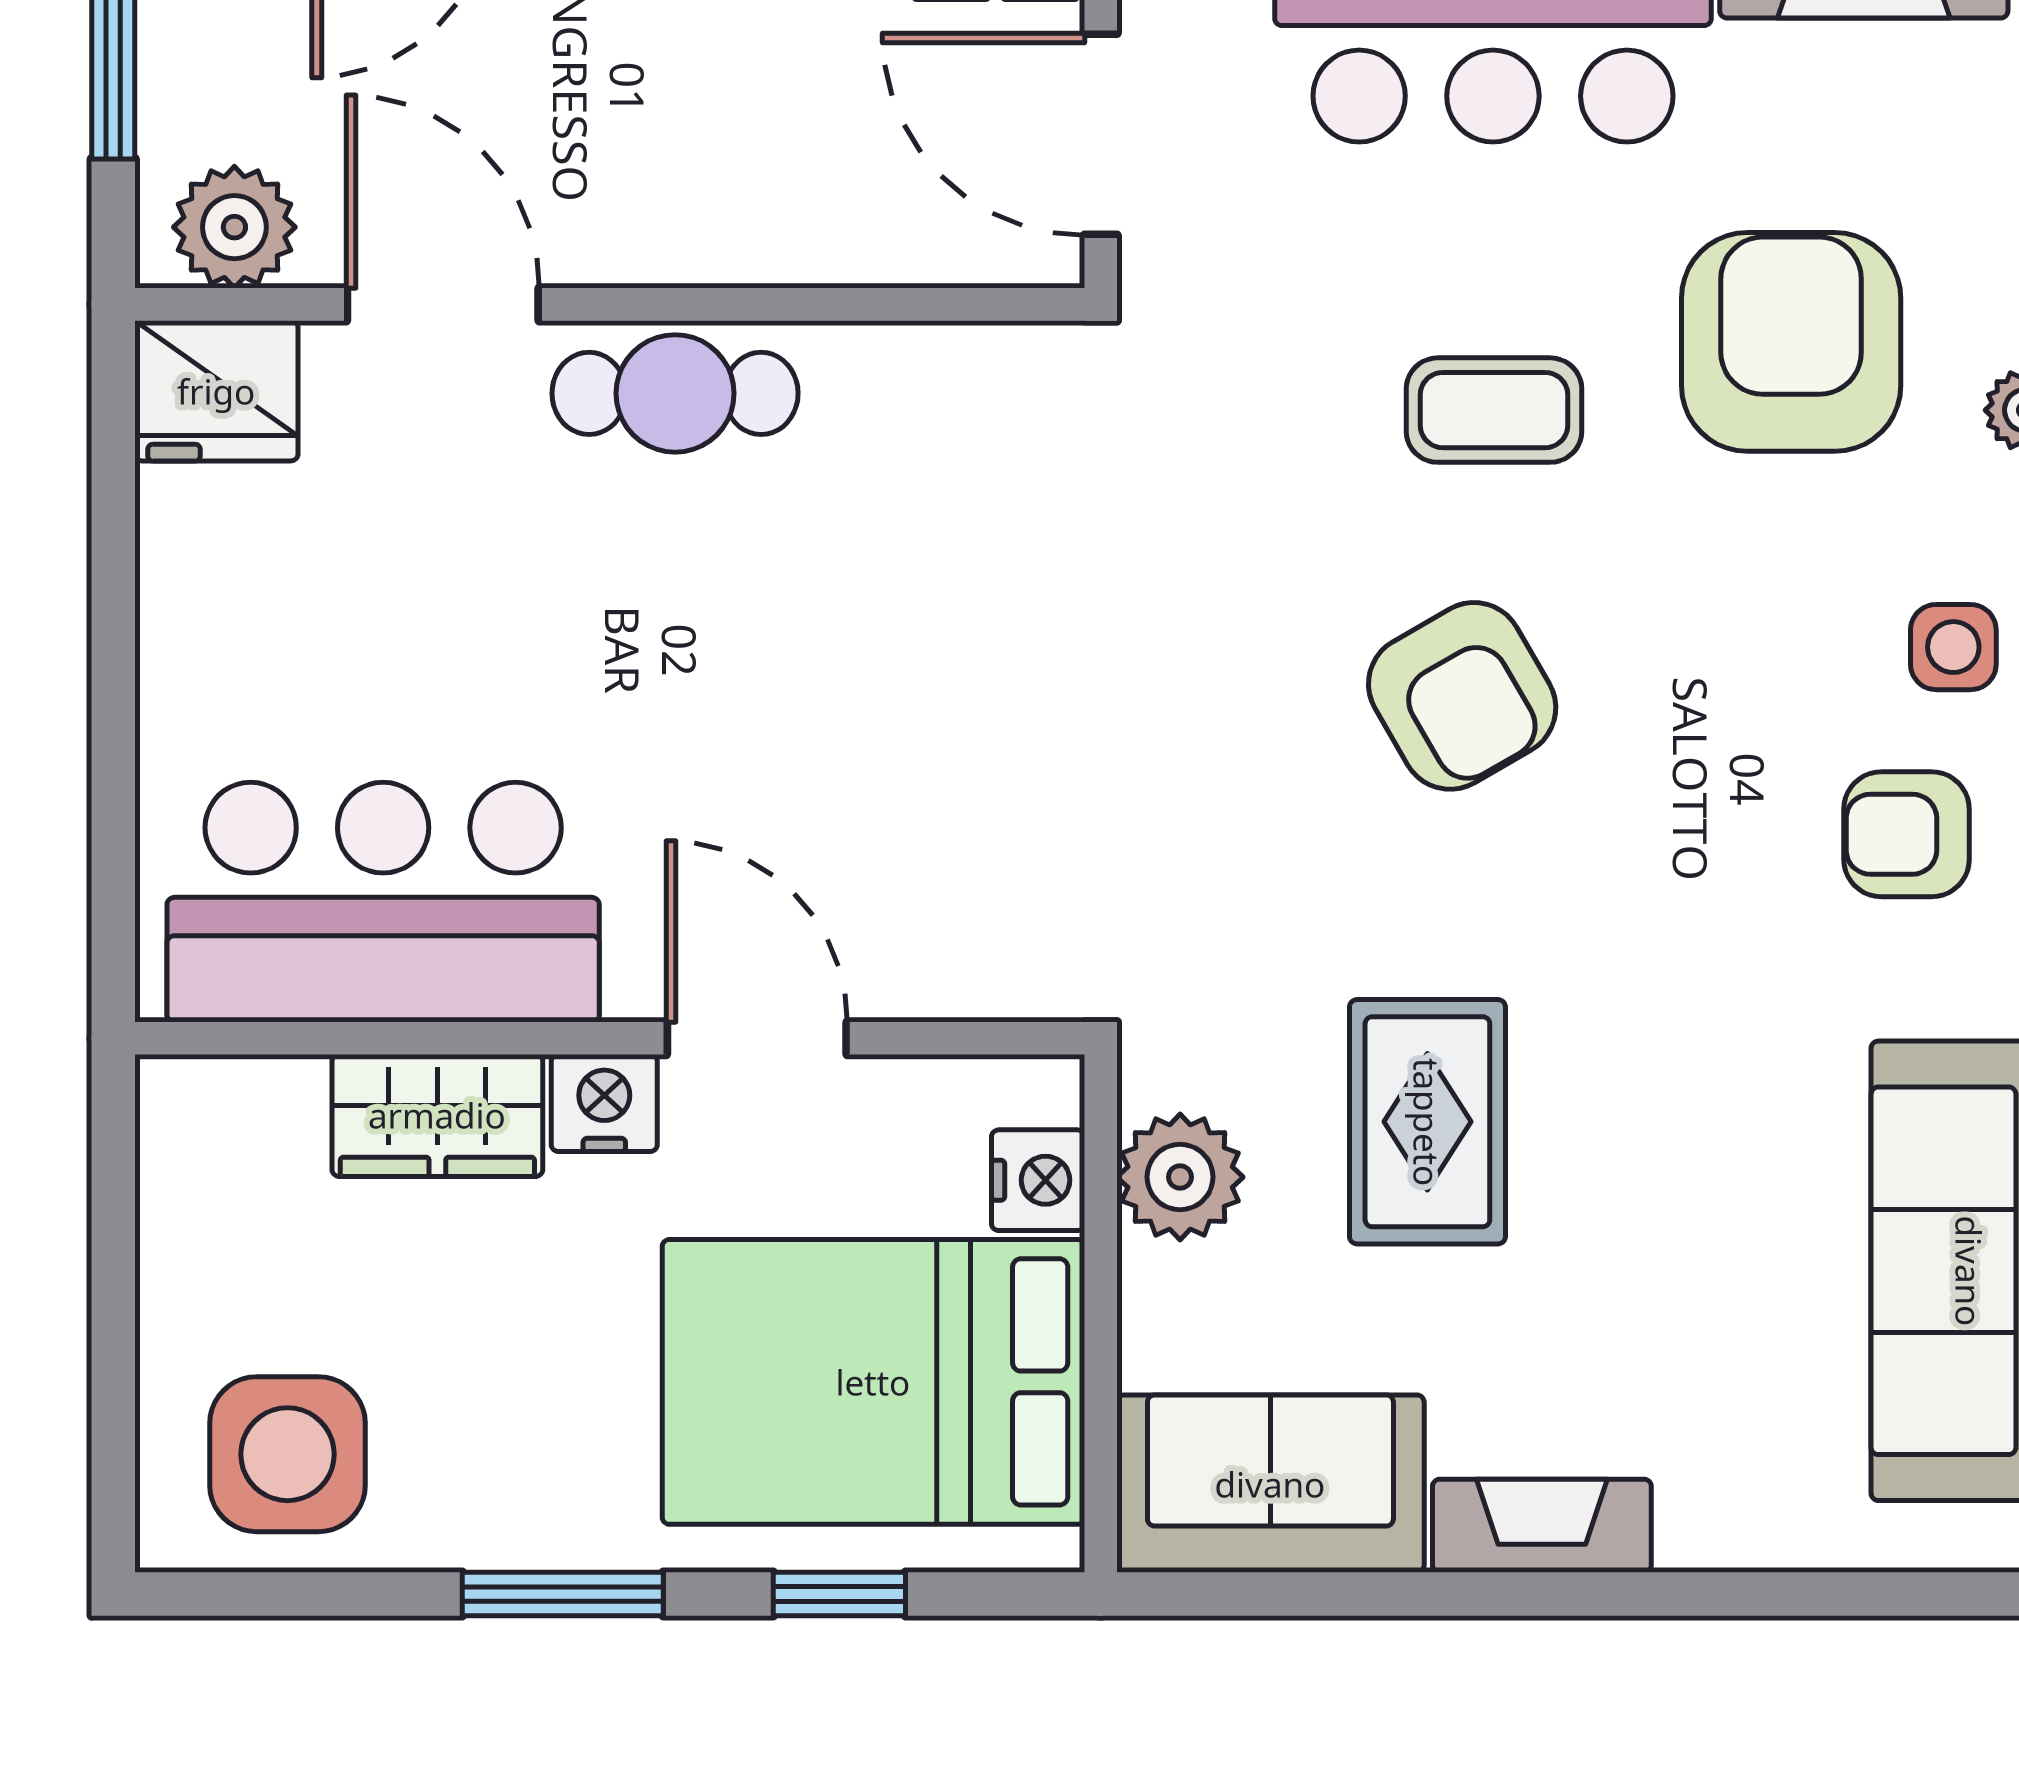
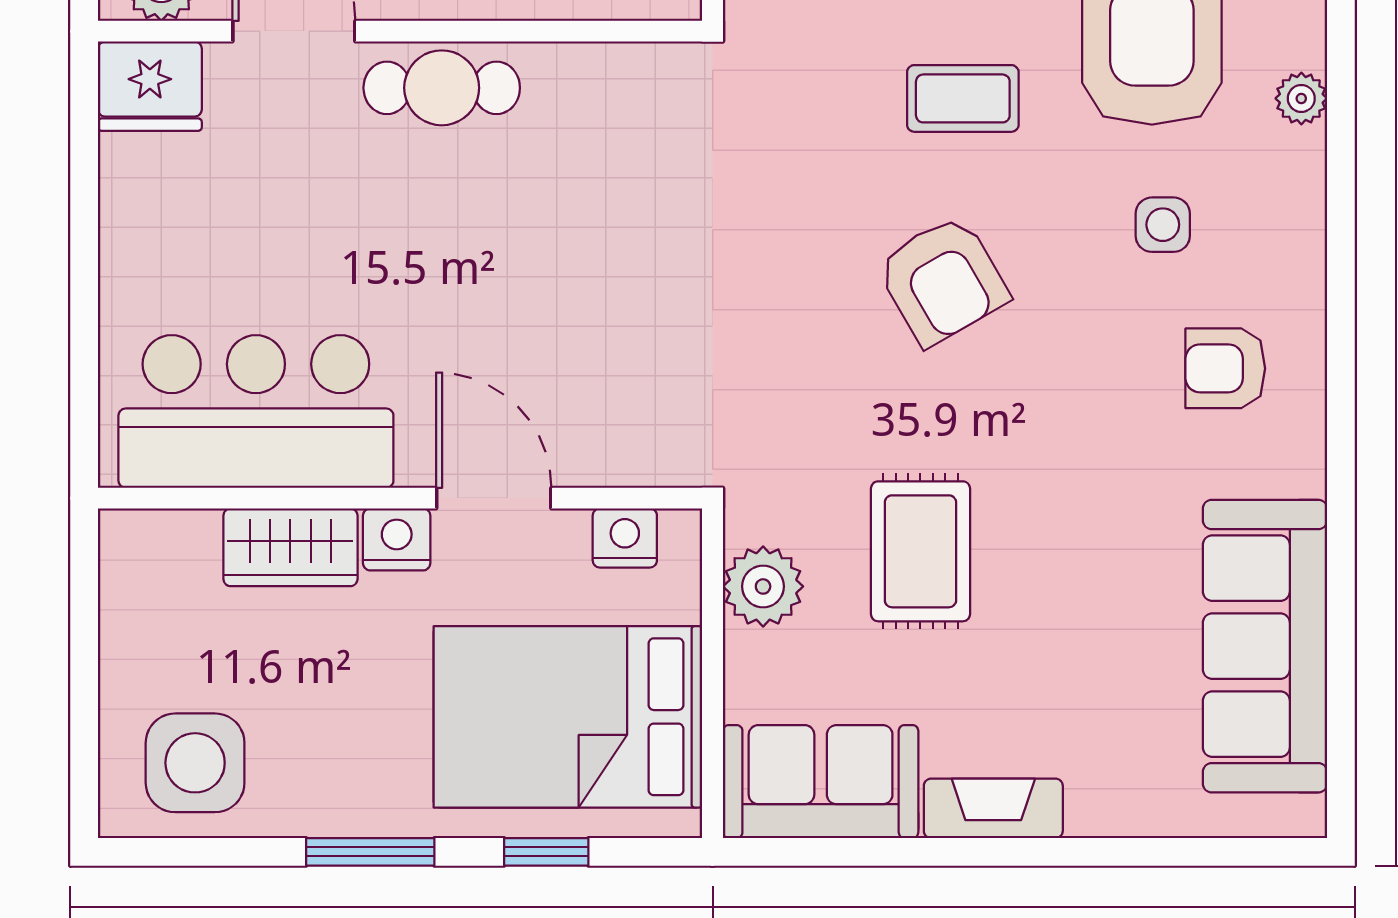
side table: (1953, 647) -> (1163, 225), moved
nightstand: (1038, 1180) -> (625, 538), moved, turned -90

